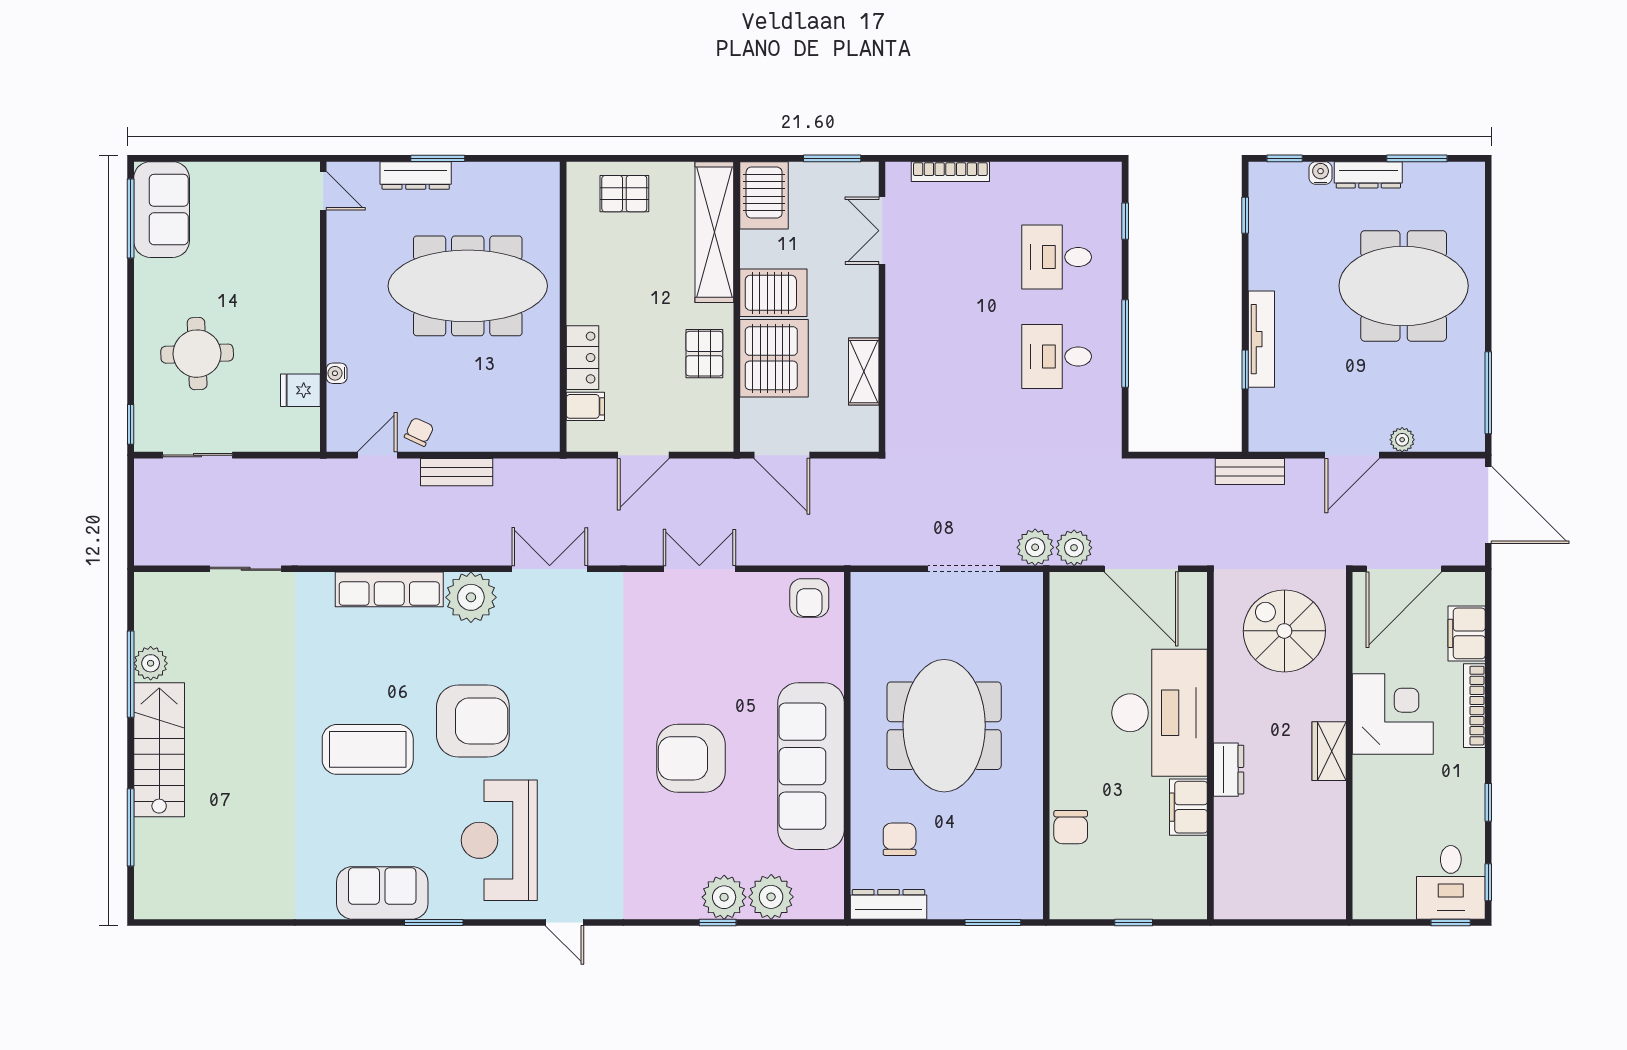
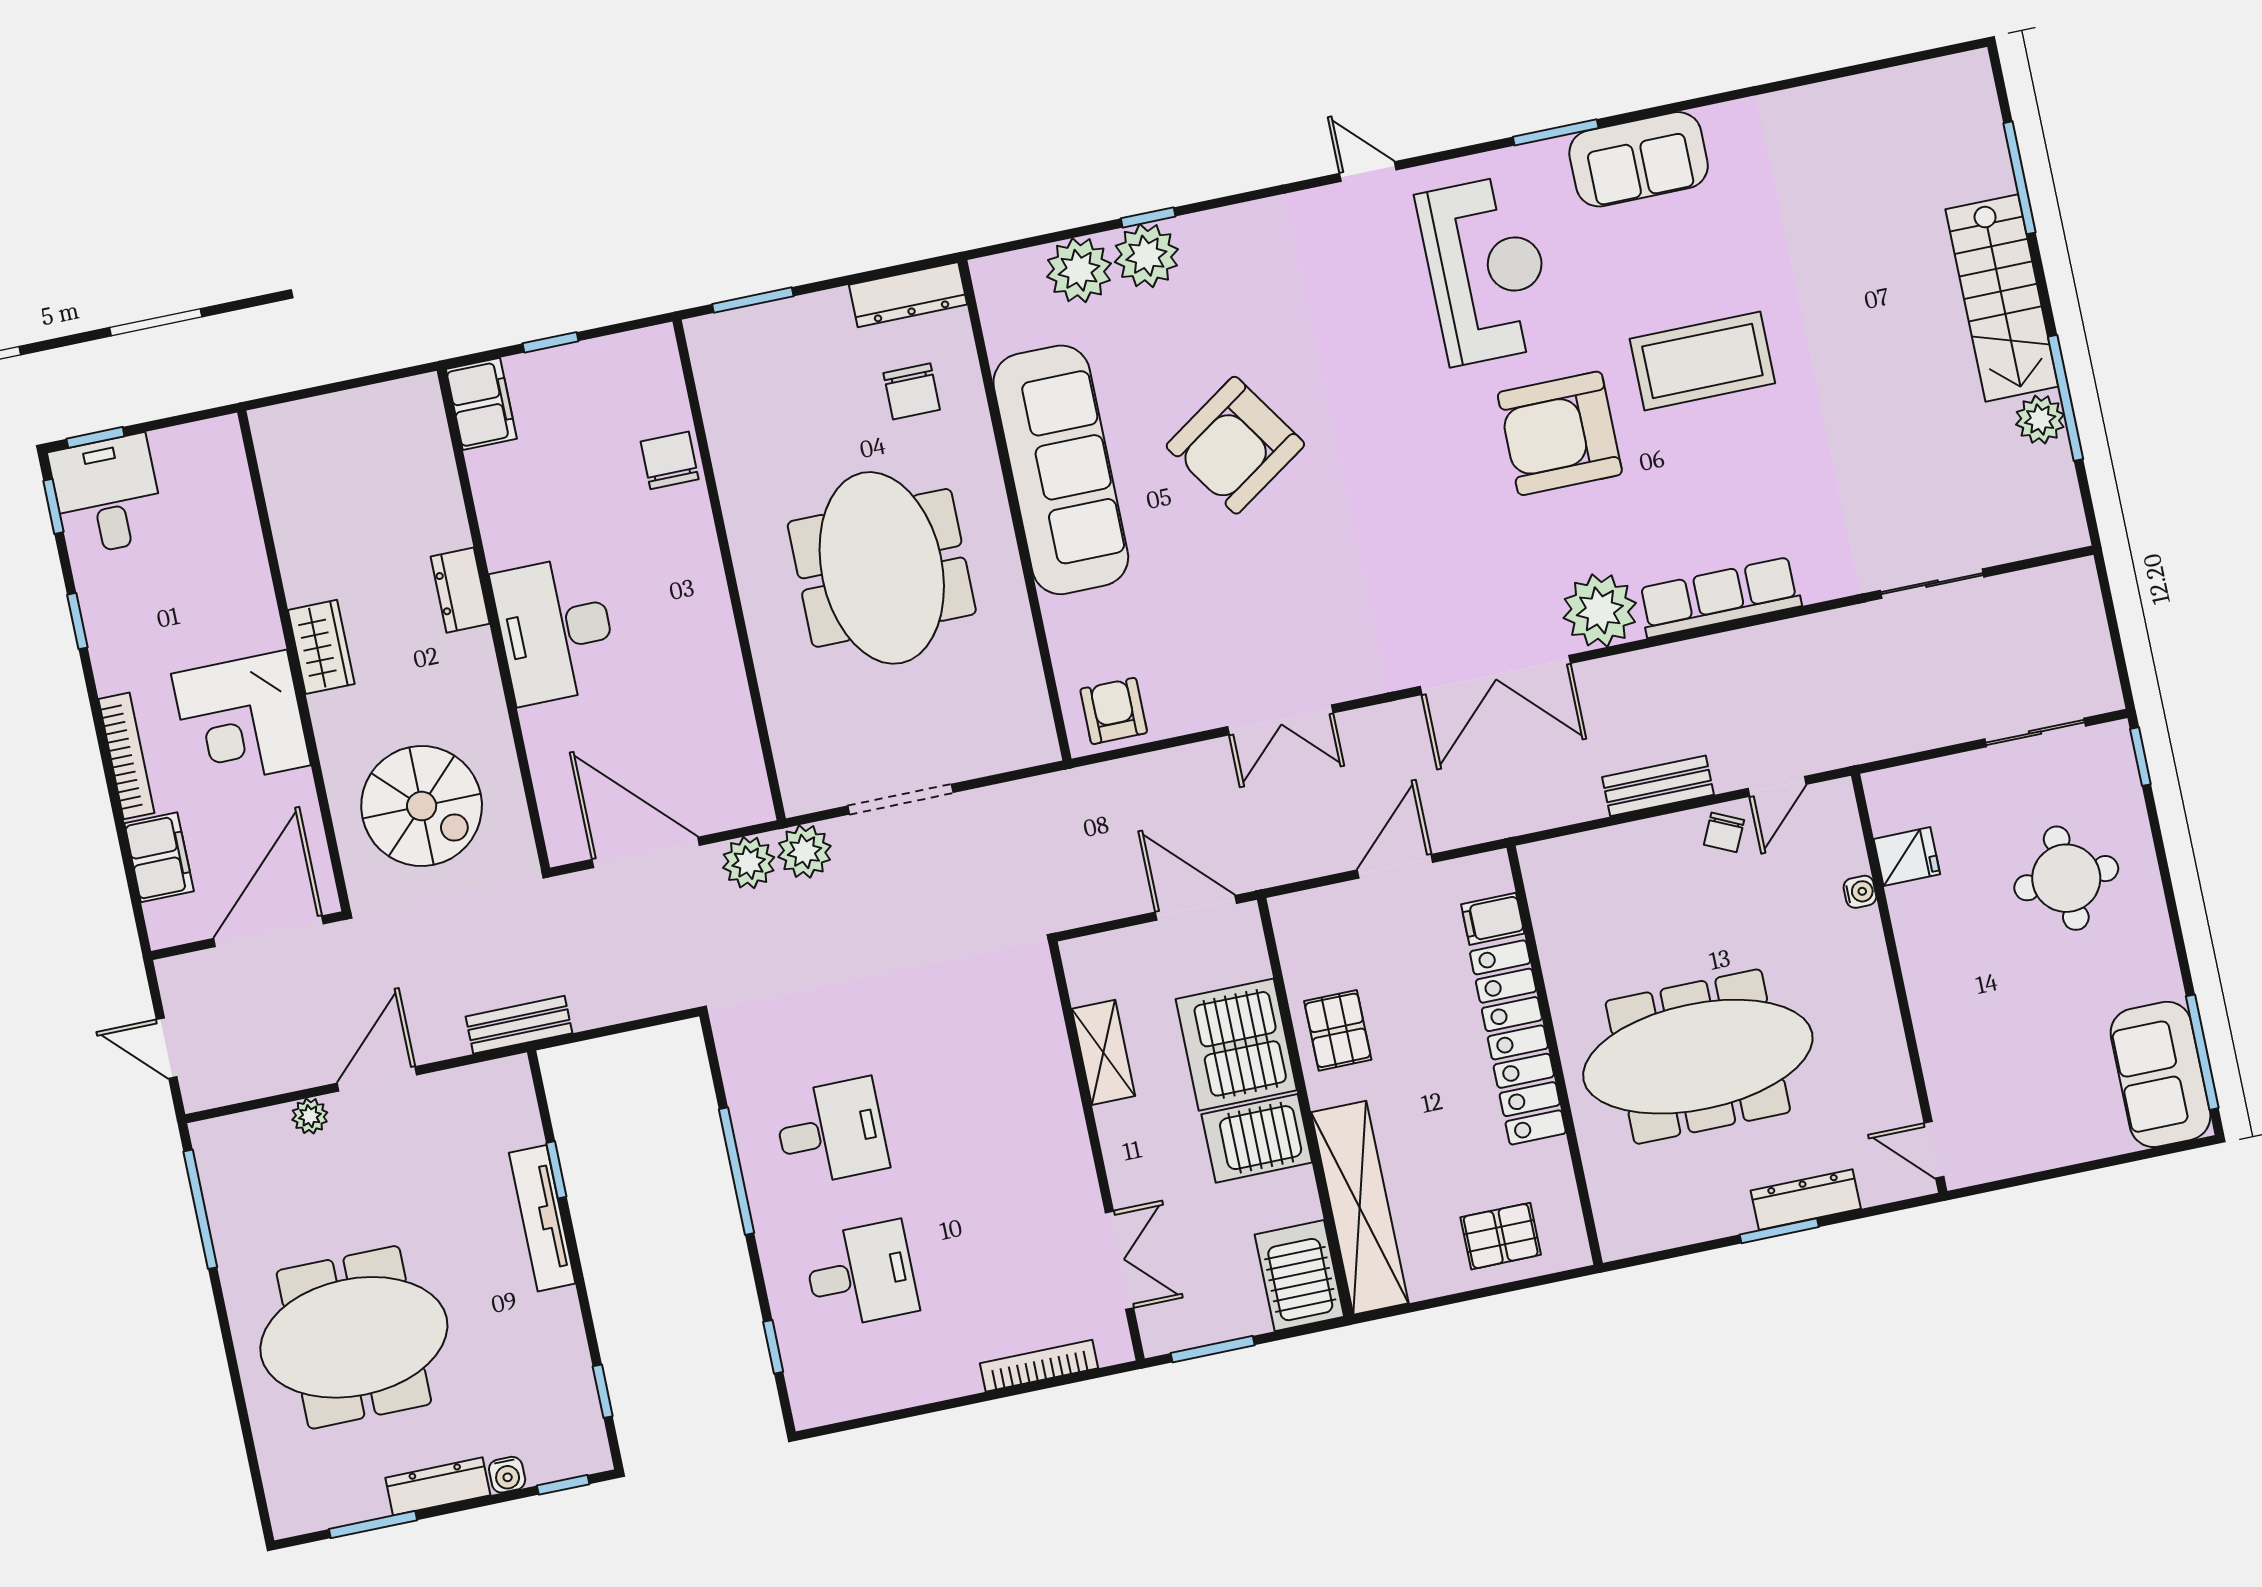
locker: (582, 358) -> (1518, 1042), width x2.16, depth x1.21
door: (1488, 505) -> (167, 1048), width x0.53
double door: (550, 569) -> (1495, 675), width x1.37
desk: (1160, 713) -> (555, 630), width x0.73, depth x0.77
armchair: (691, 758) -> (1235, 445), turned 146
filing cabinet: (1188, 807) -> (481, 404), moved

